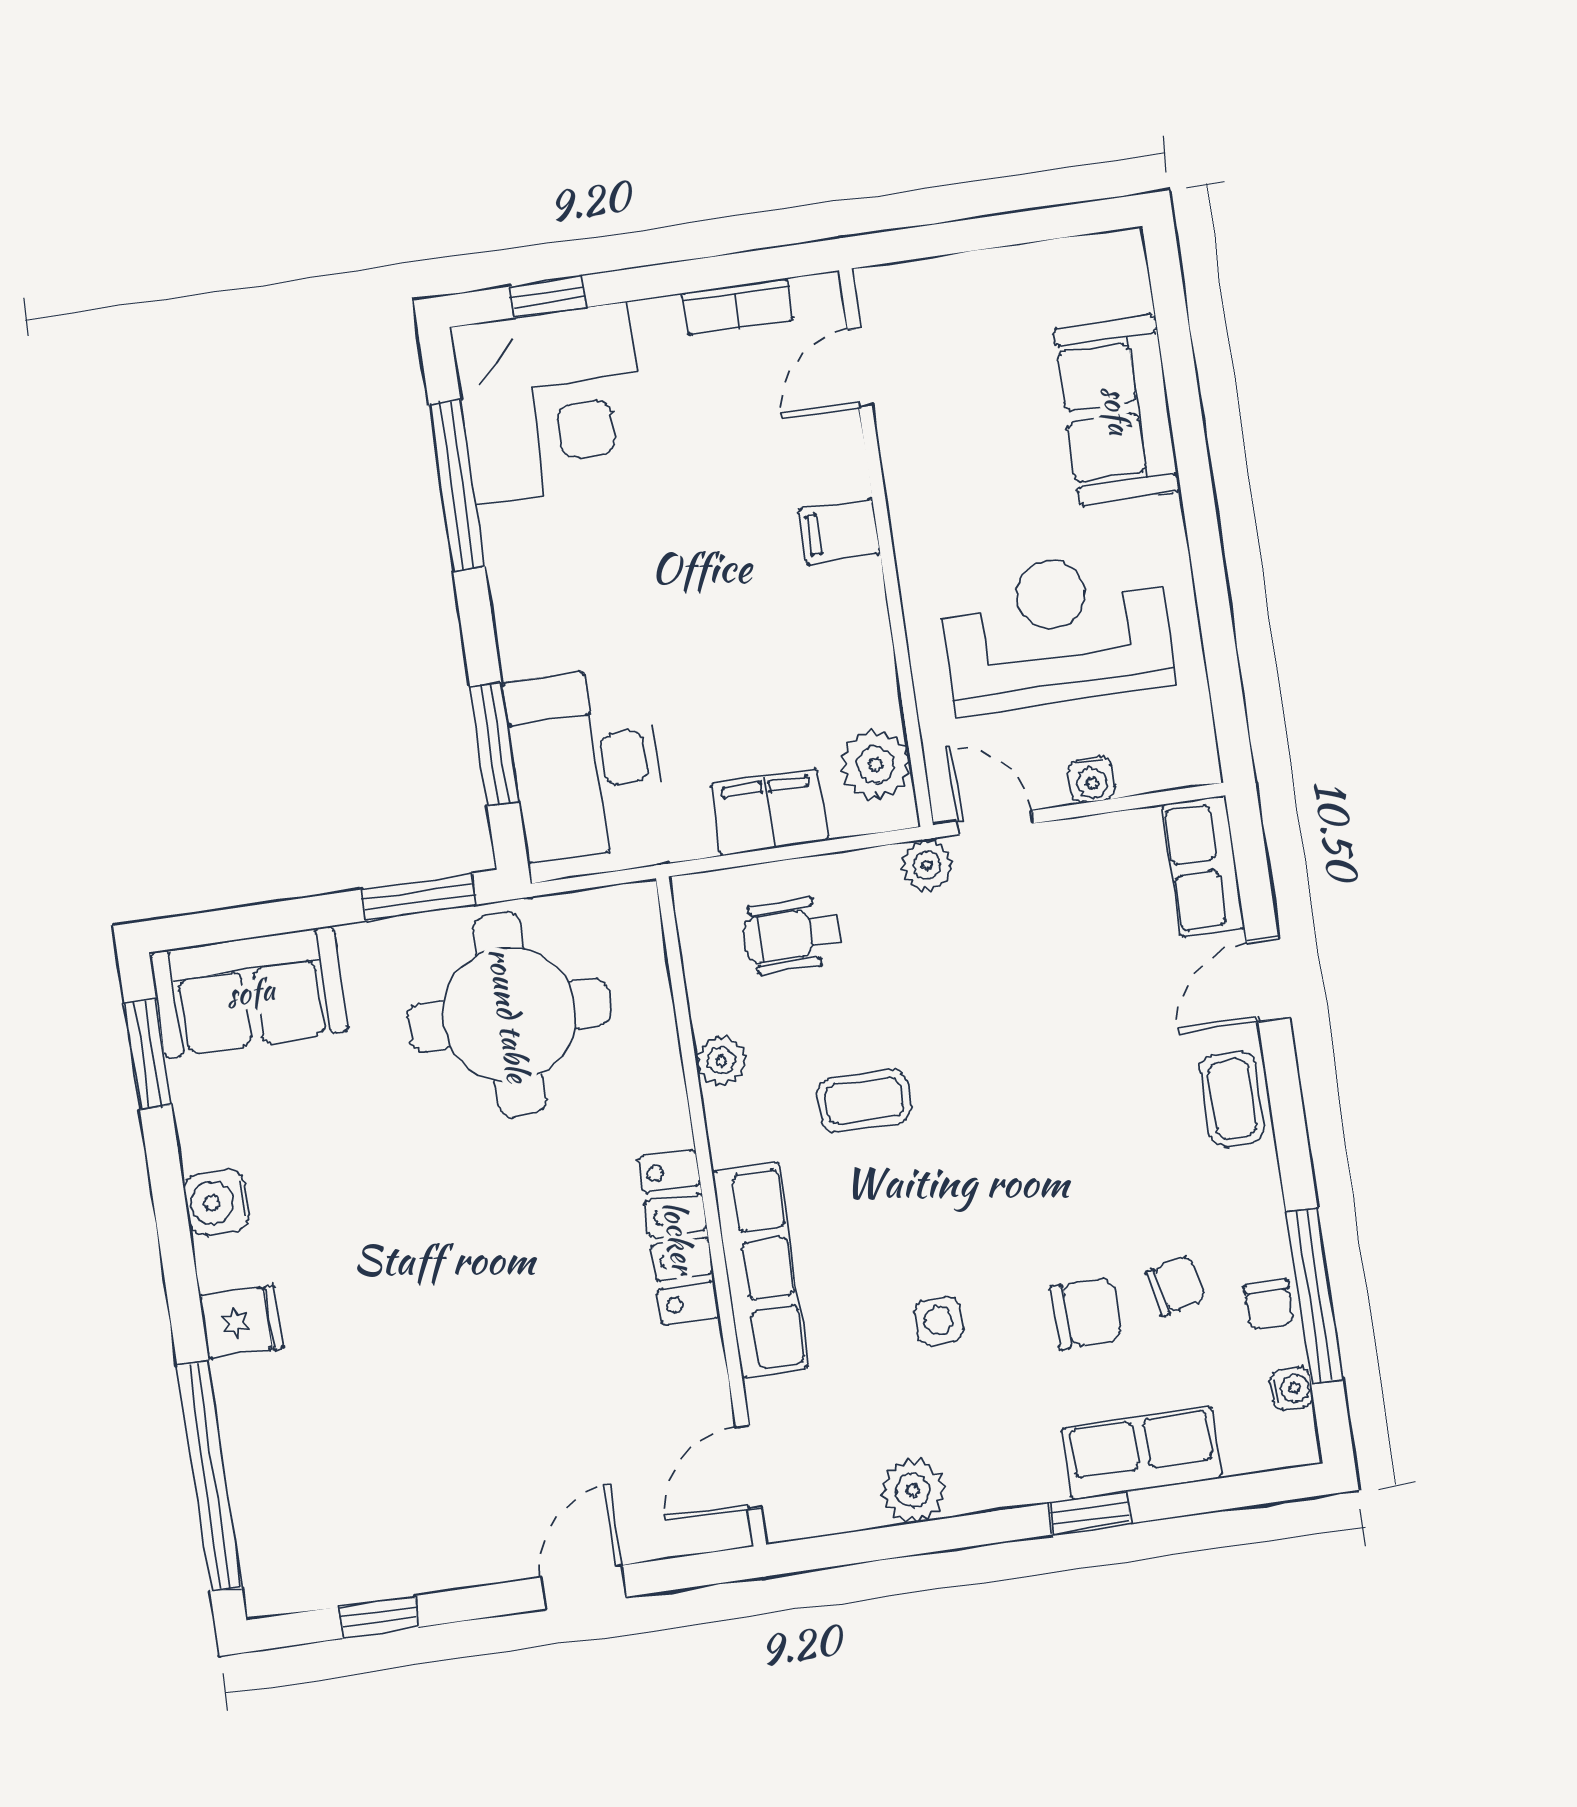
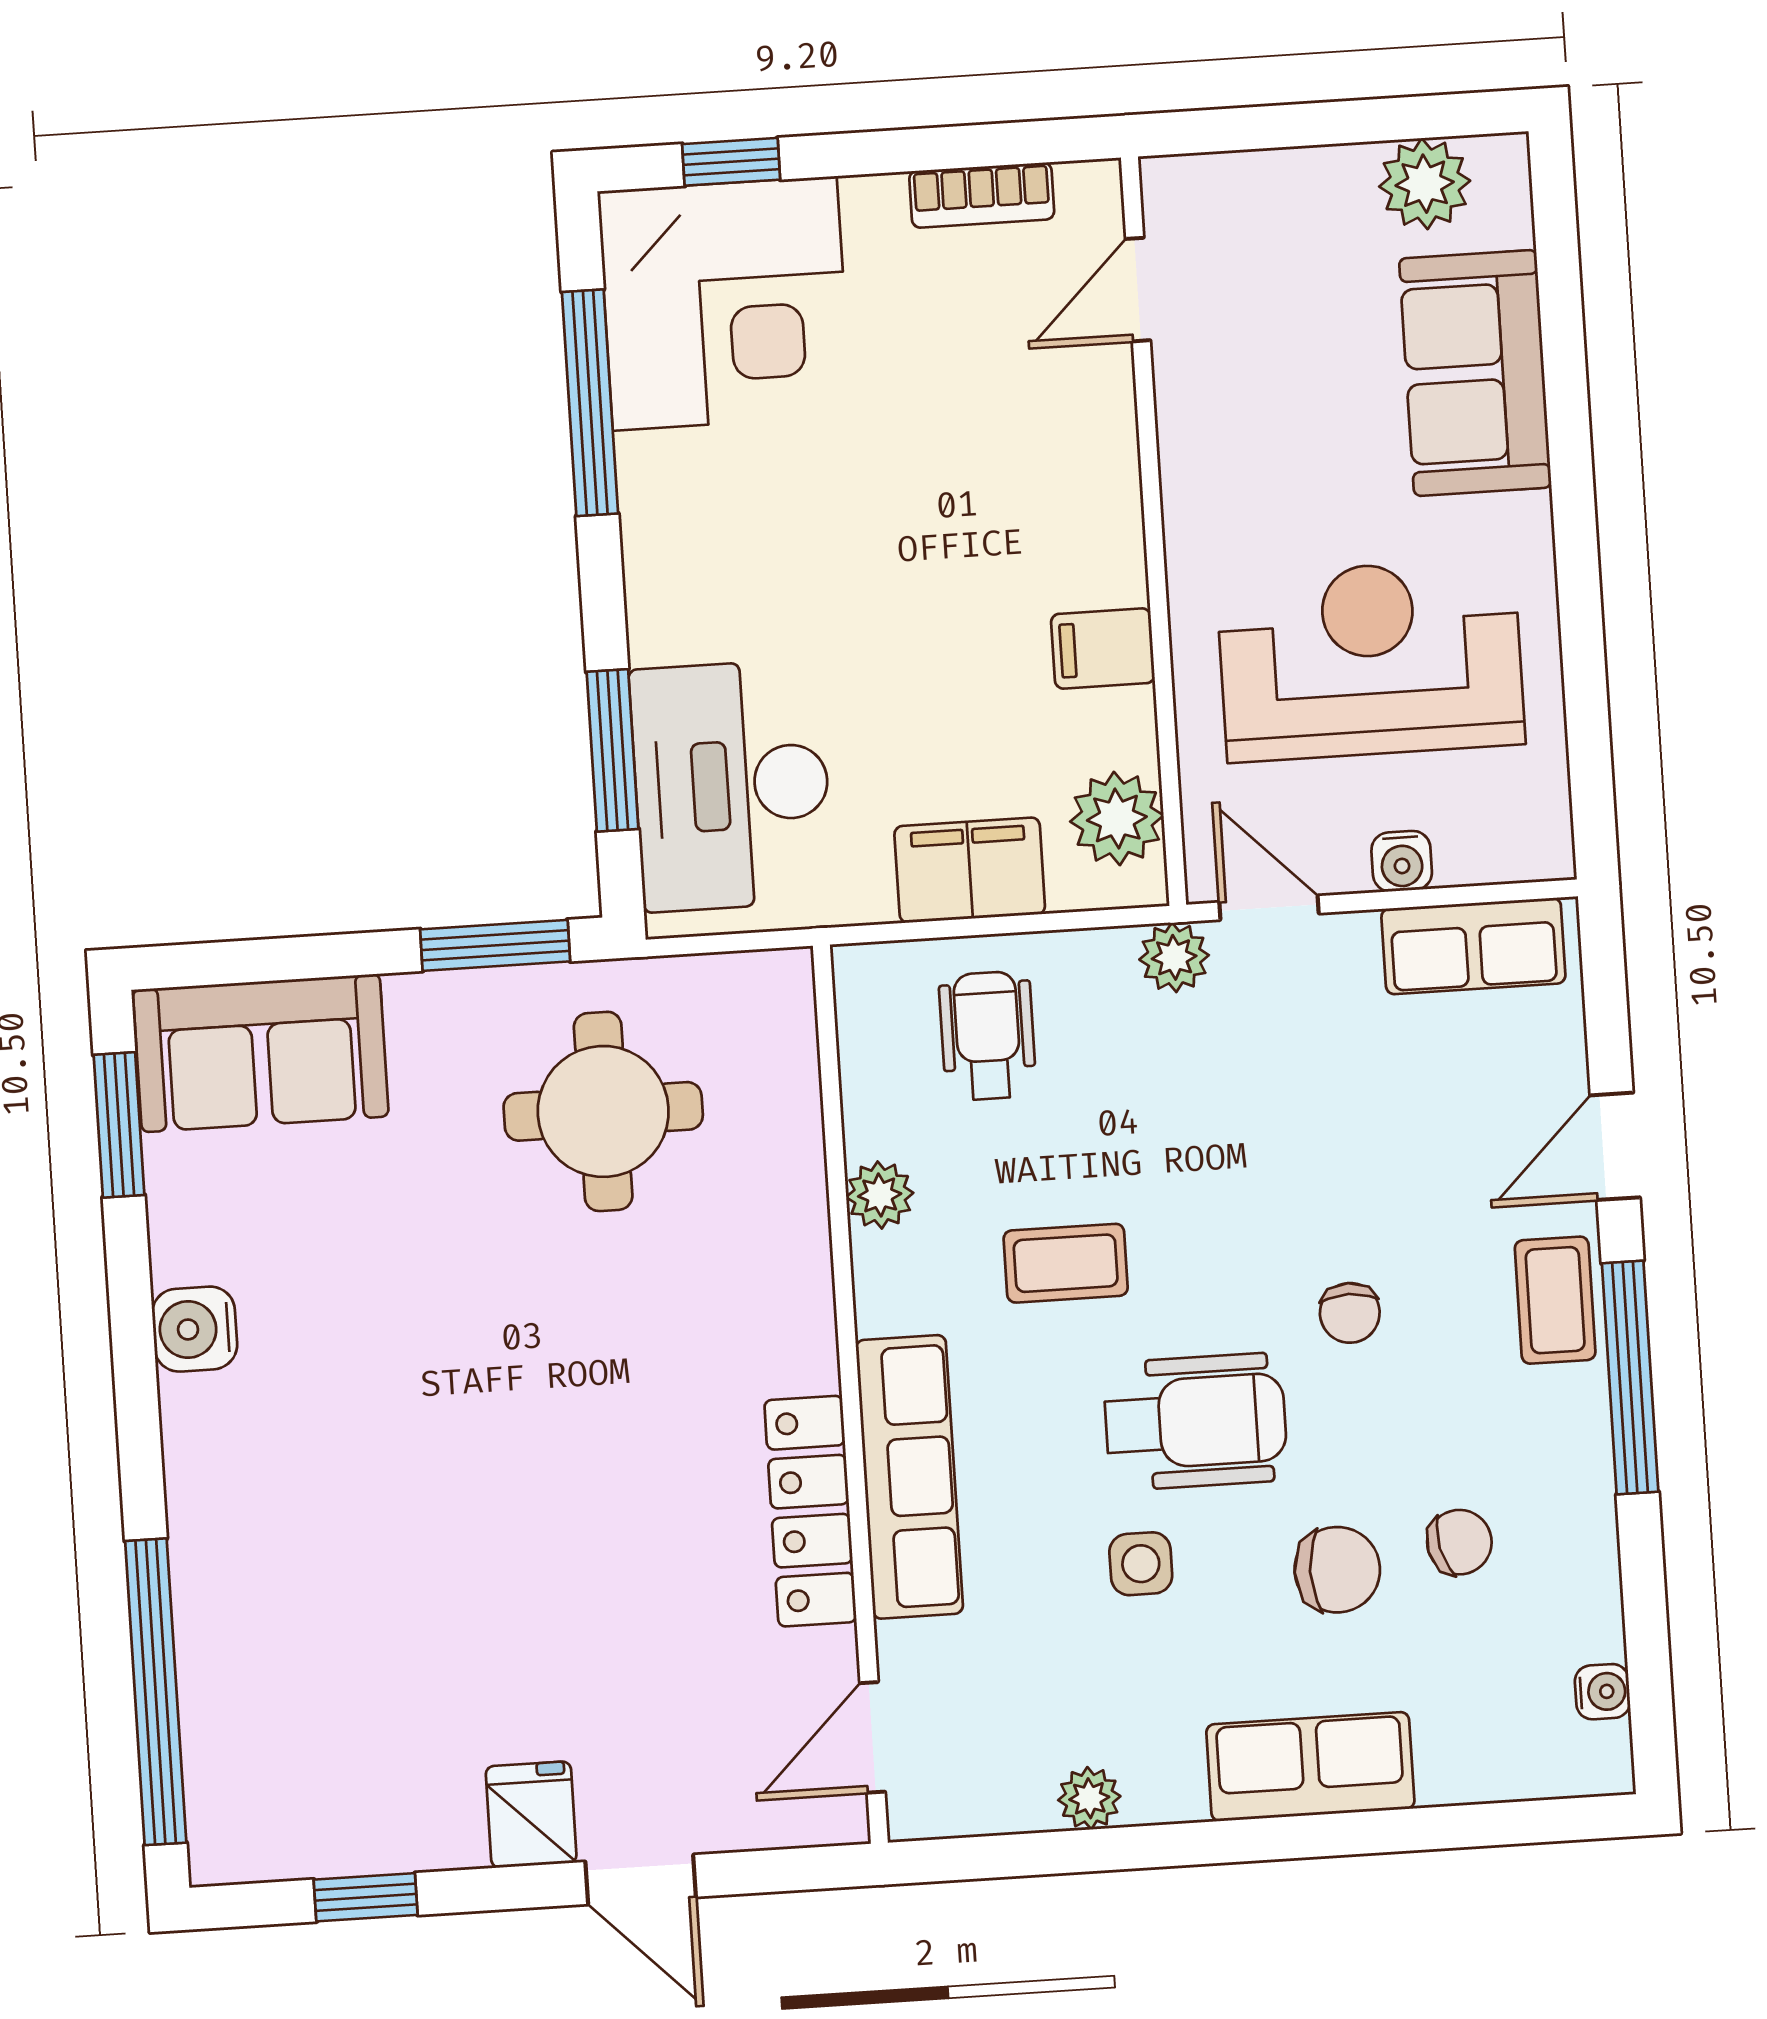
plant: (1068, 271) -> (1425, 184), added
filing cabinet: (839, 531) -> (1103, 648), moved
row of seats: (1203, 867) -> (1473, 946), moved, turned -90
wheelchair: (792, 935) -> (988, 1036), turned 90
round table: (509, 1015) -> (603, 1111), width x0.73, depth x0.73
wheelchair: (971, 1211) -> (1196, 1422), added
locker: (679, 1237) -> (810, 1511), moved
window: (1314, 1296) -> (1630, 1377), moved
chair: (1269, 1304) -> (1350, 1313), moved
fridge: (241, 1322) -> (531, 1815), moved, turned -90
row of seats: (1142, 1453) -> (1310, 1767), moved
plant: (913, 1491) -> (1089, 1798), width x0.73, depth x0.73
window: (1090, 1513) -> (1321, 1835), removed
door: (583, 1587) -> (641, 1879), swing flipped

